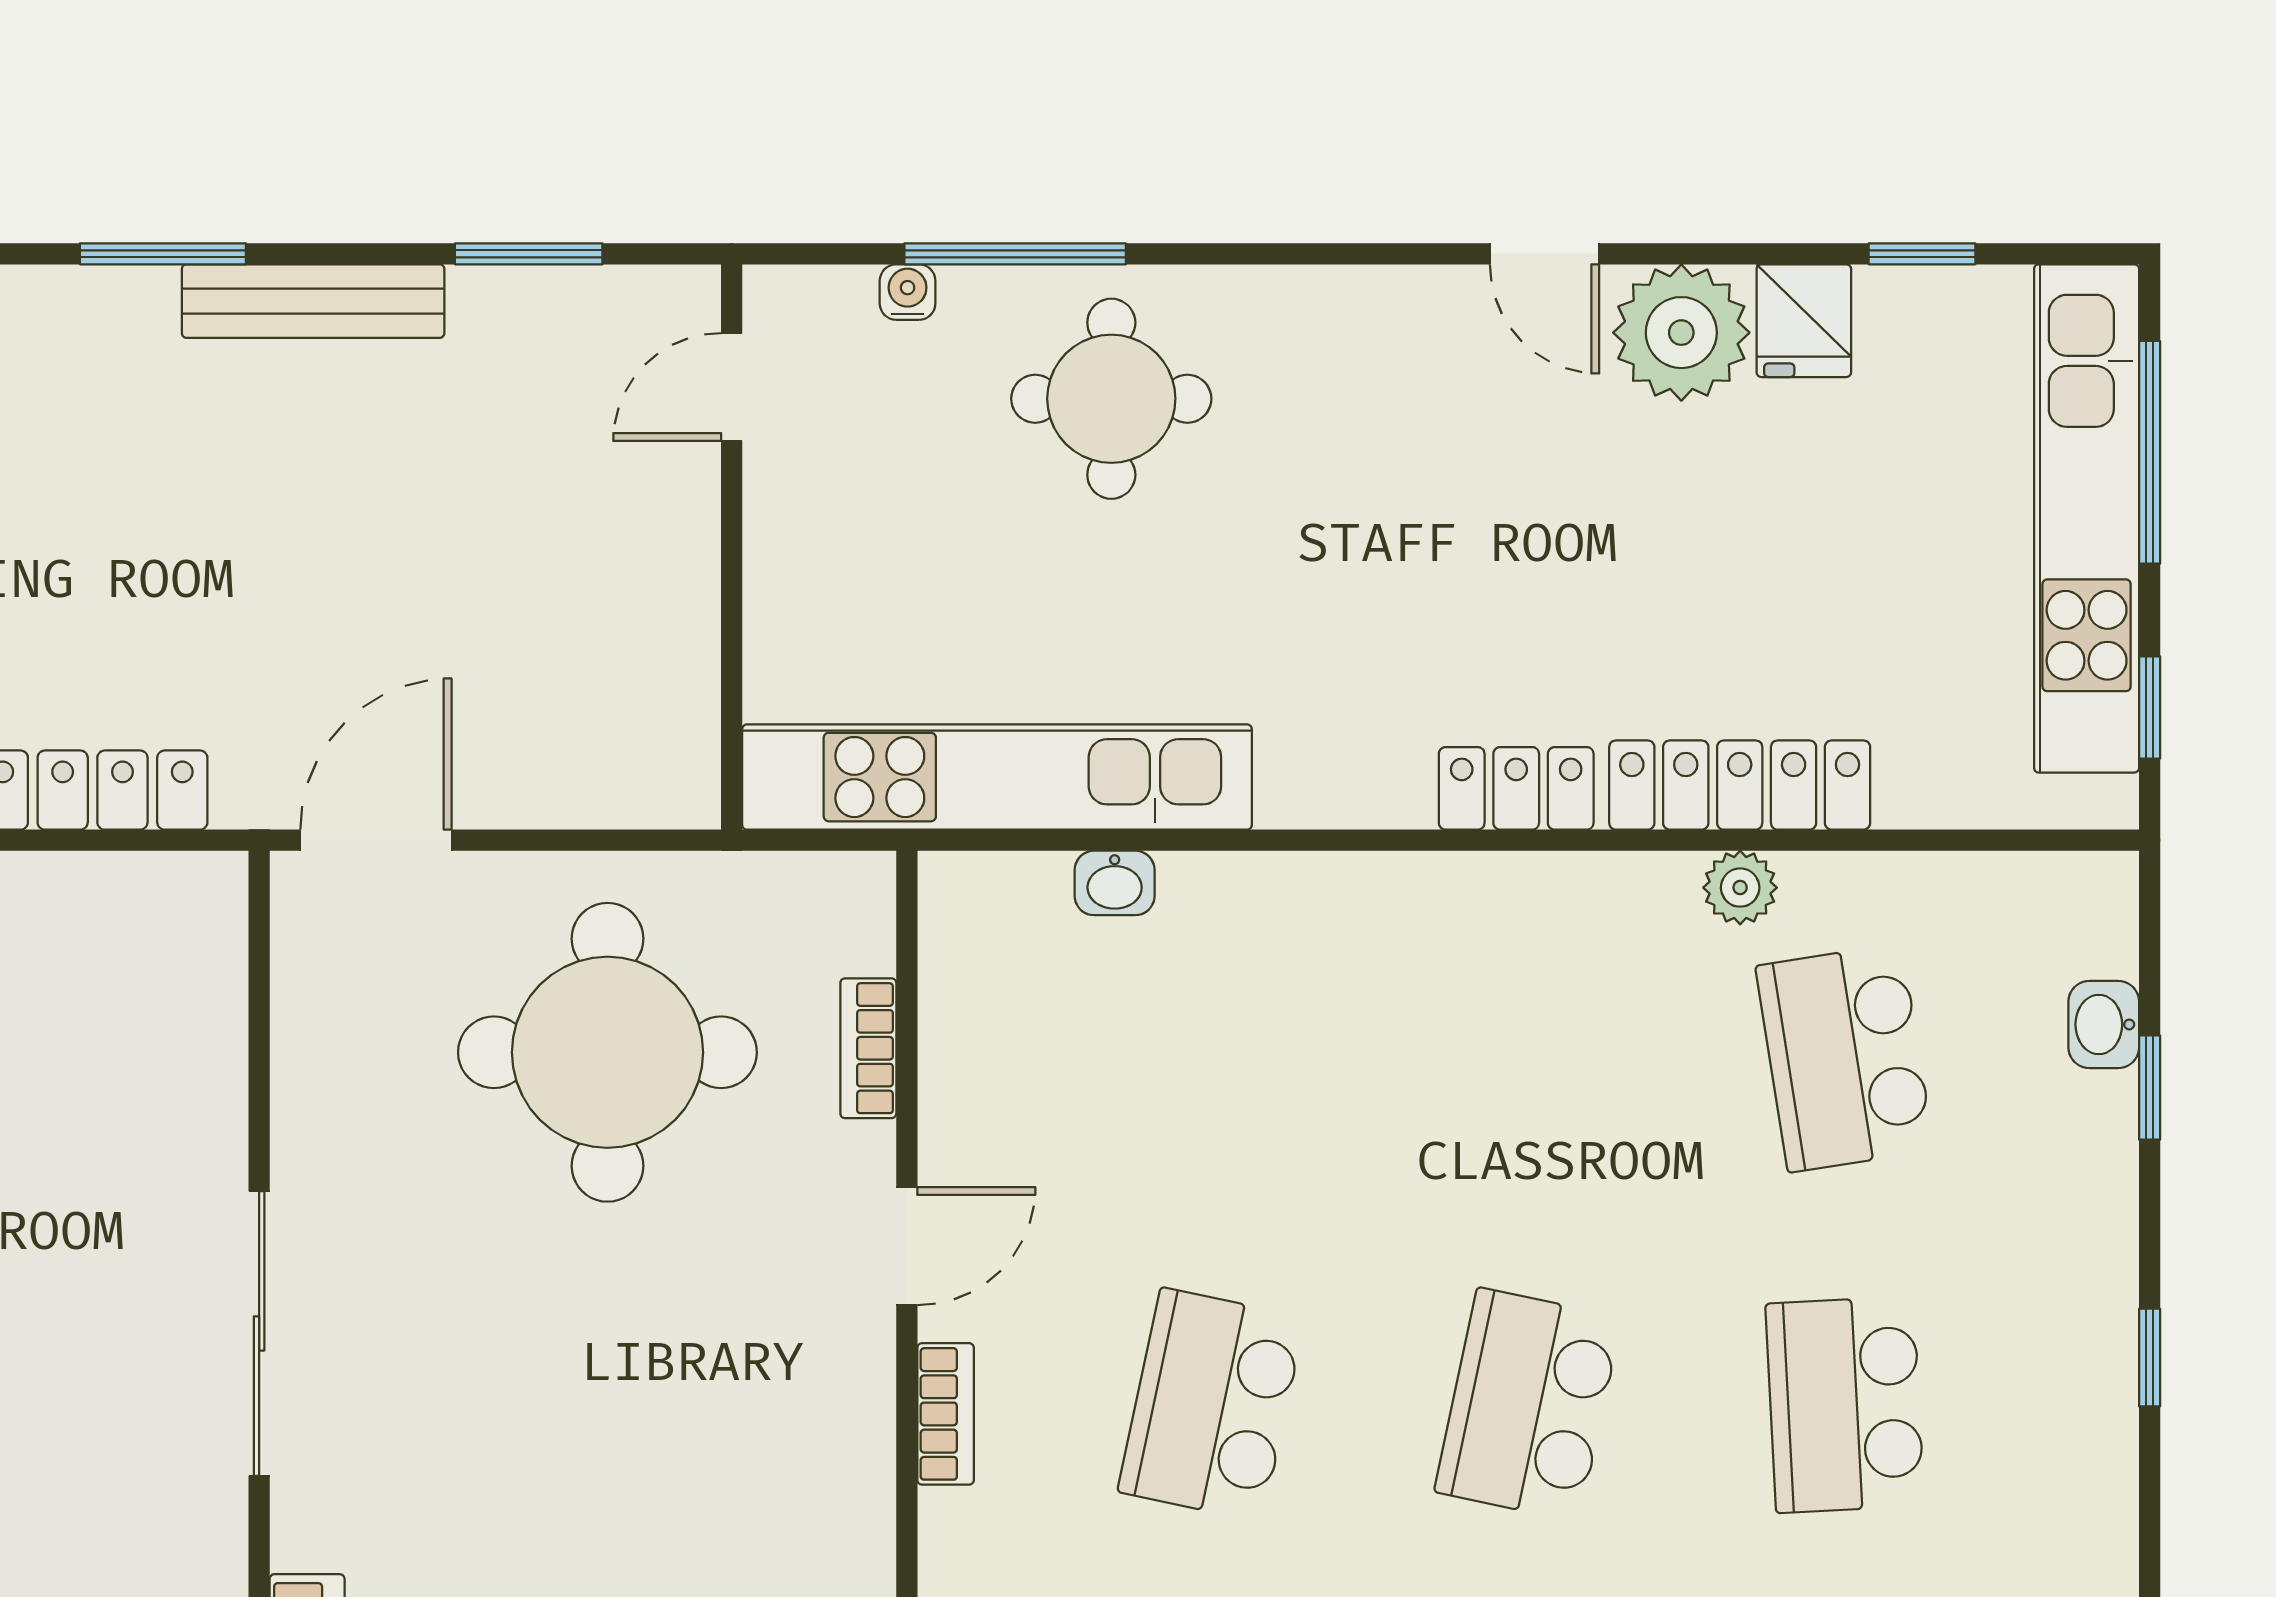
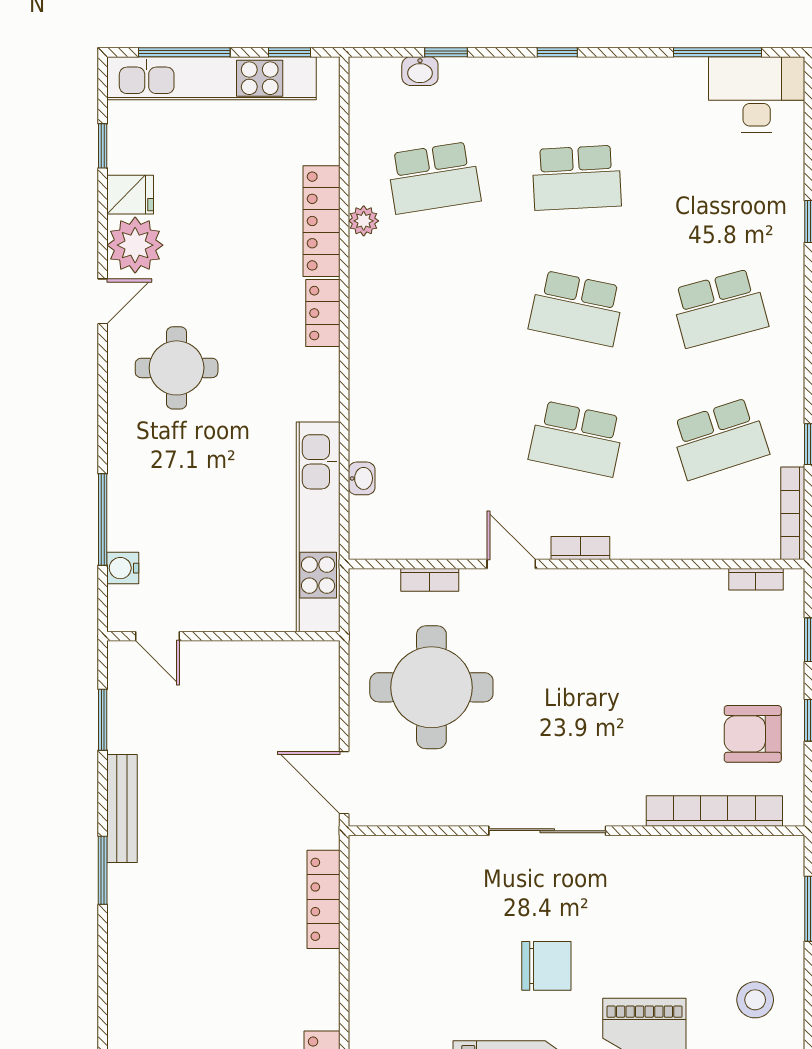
water cooler: (908, 292) -> (123, 568), width x1.38, depth x1.38
round table: (1111, 399) -> (177, 368), moved

